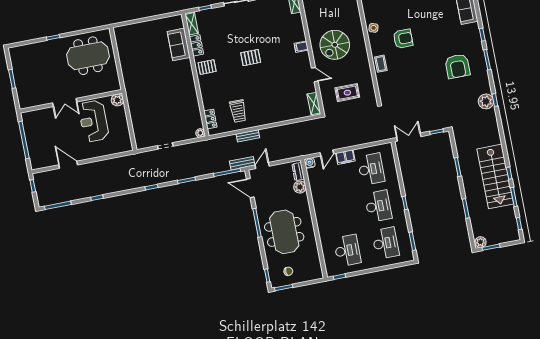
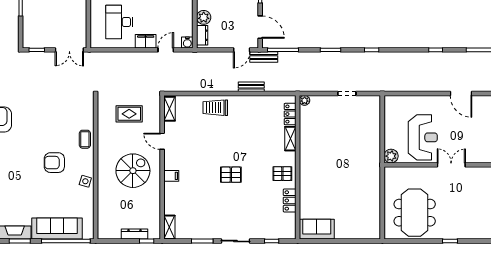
shelving: (192, 24) -> (290, 139), moved
sofa: (179, 44) -> (317, 229), moved, turned -90
meeting table: (88, 56) -> (415, 213), turned 90
trolley: (238, 111) -> (215, 108), moved, turned -90

